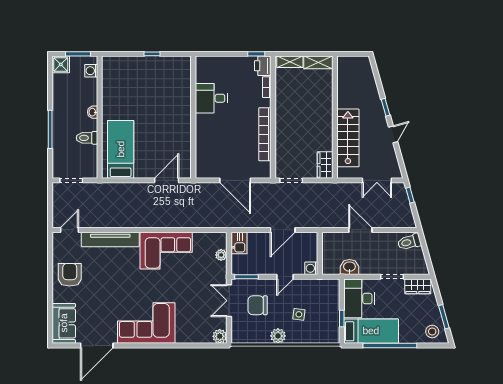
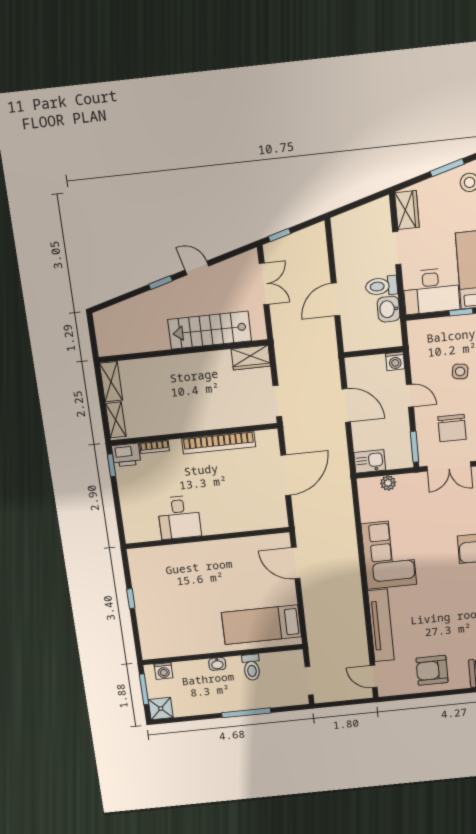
toilet: (409, 242) -> (382, 286), moved, turned 106

